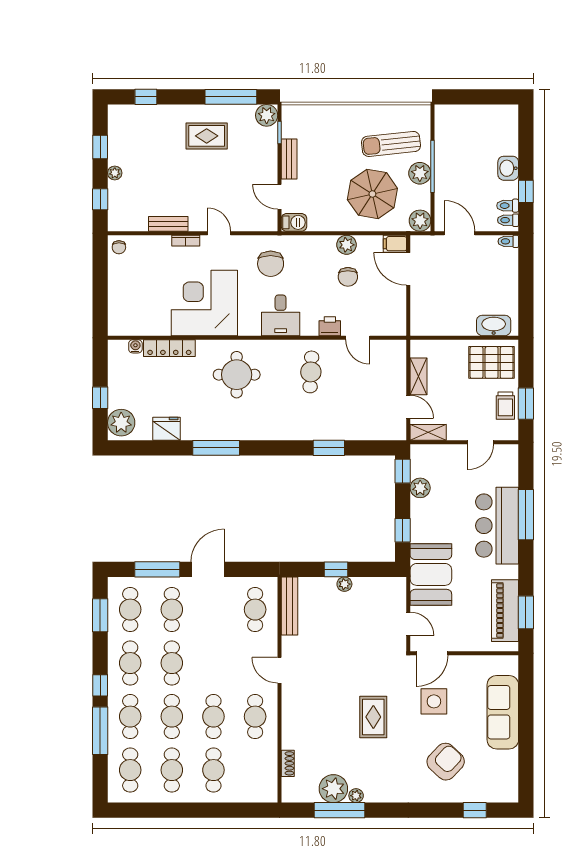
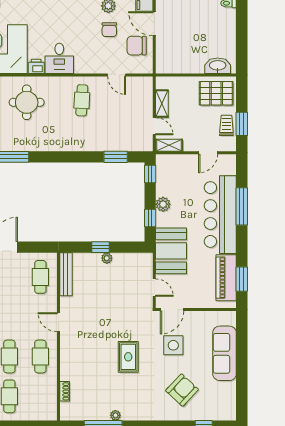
chair: (271, 264) -> (137, 46), moved, turned 90
printer: (330, 326) -> (36, 66), moved
trolley: (505, 406) -> (226, 125), turned 180
window: (329, 448) -> (116, 157), moved
plant: (420, 488) -> (163, 204), moved
bar counter: (497, 526) -> (220, 215), width x1.36
plant: (333, 789) -> (99, 410), removed

